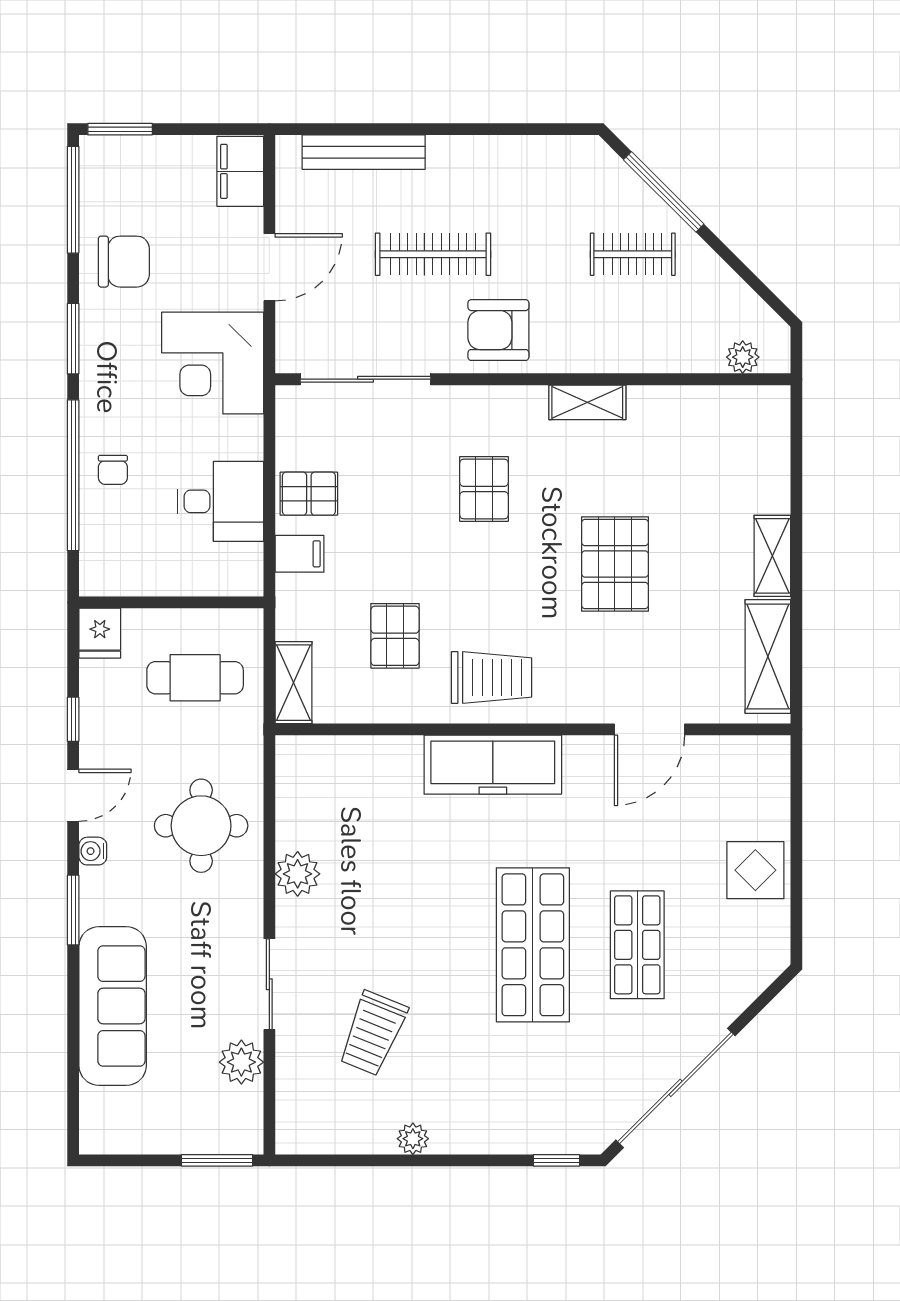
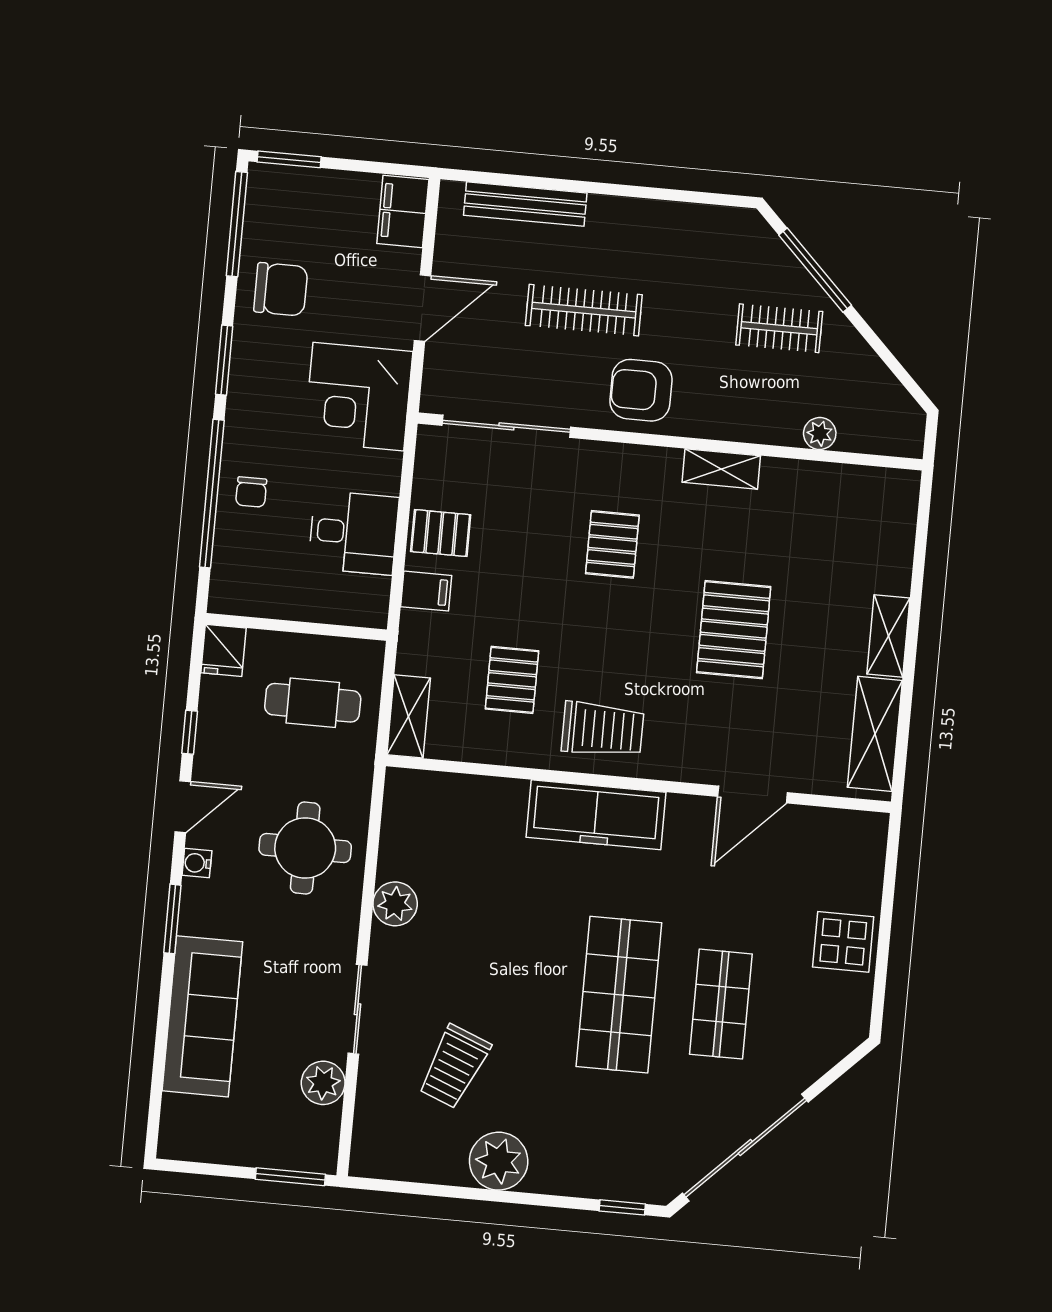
plant: (743, 357) -> (820, 433), moved
plant: (413, 1139) -> (499, 1161), width x1.88, depth x1.88

